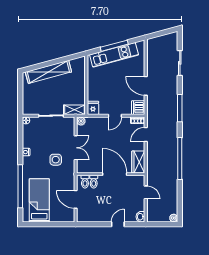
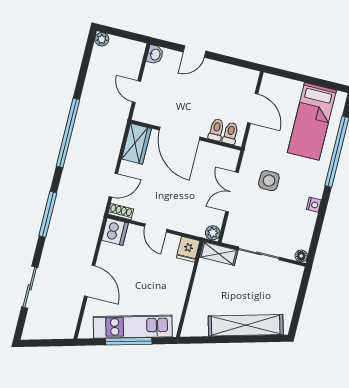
door: (146, 86) -> (90, 281), moved
door: (115, 116) -> (156, 228), swing flipped

